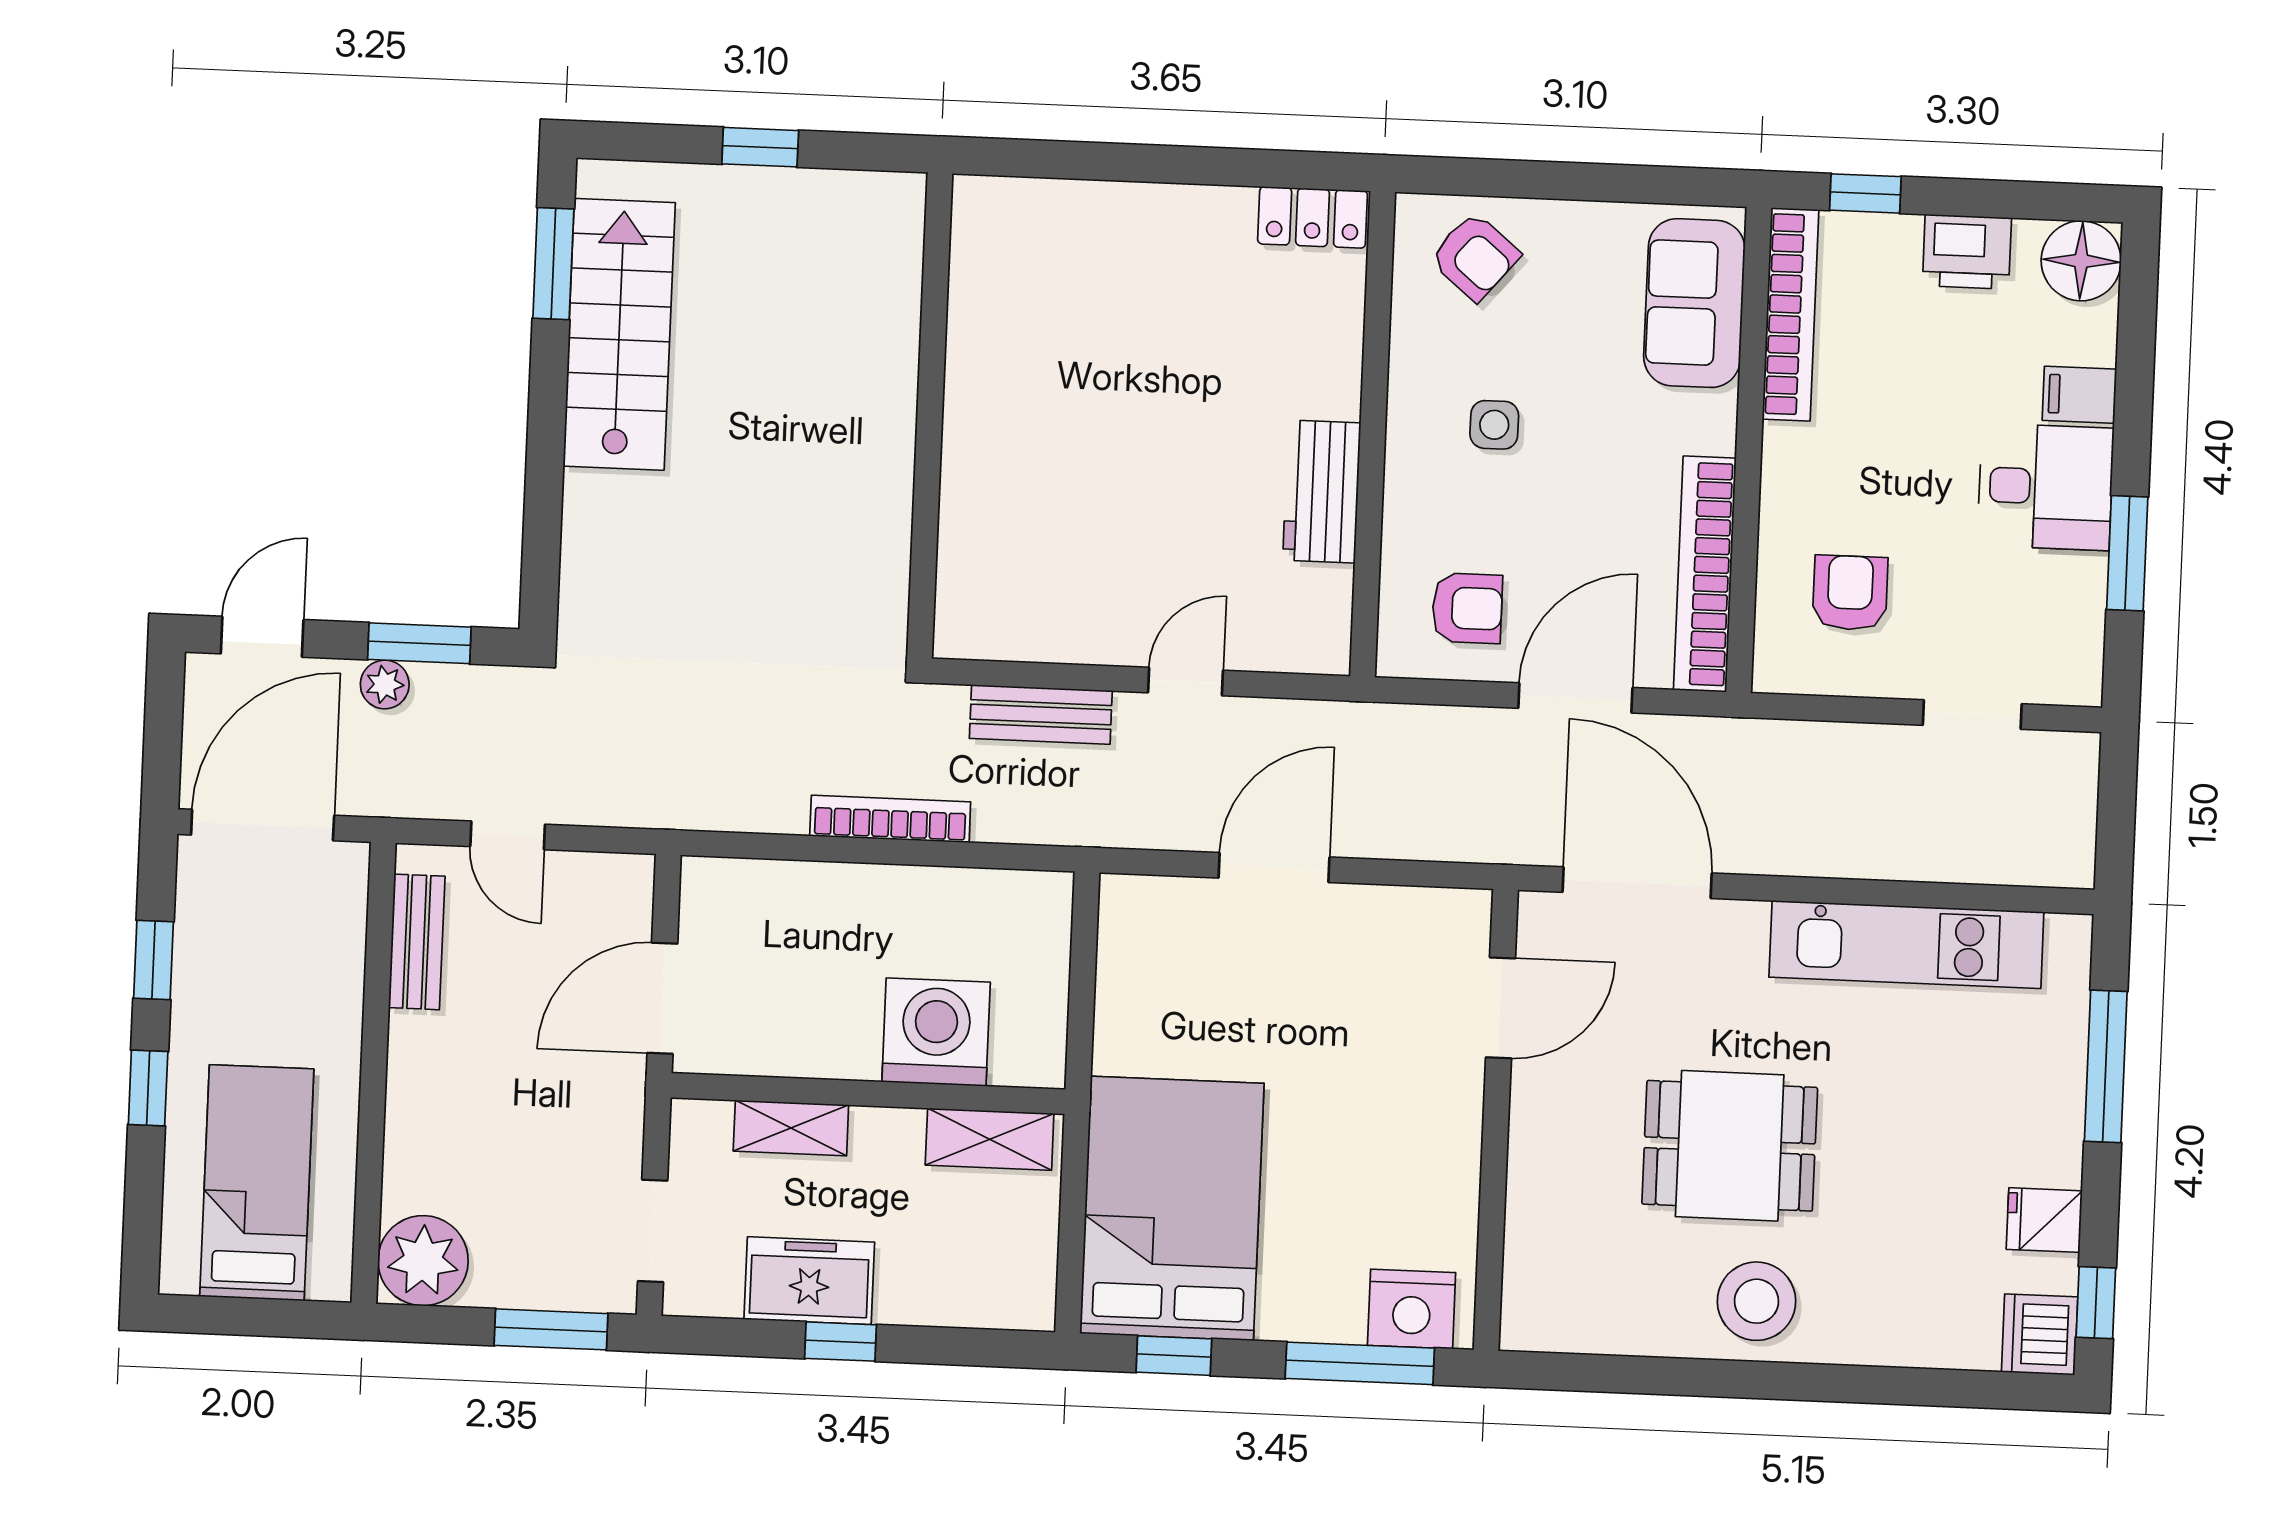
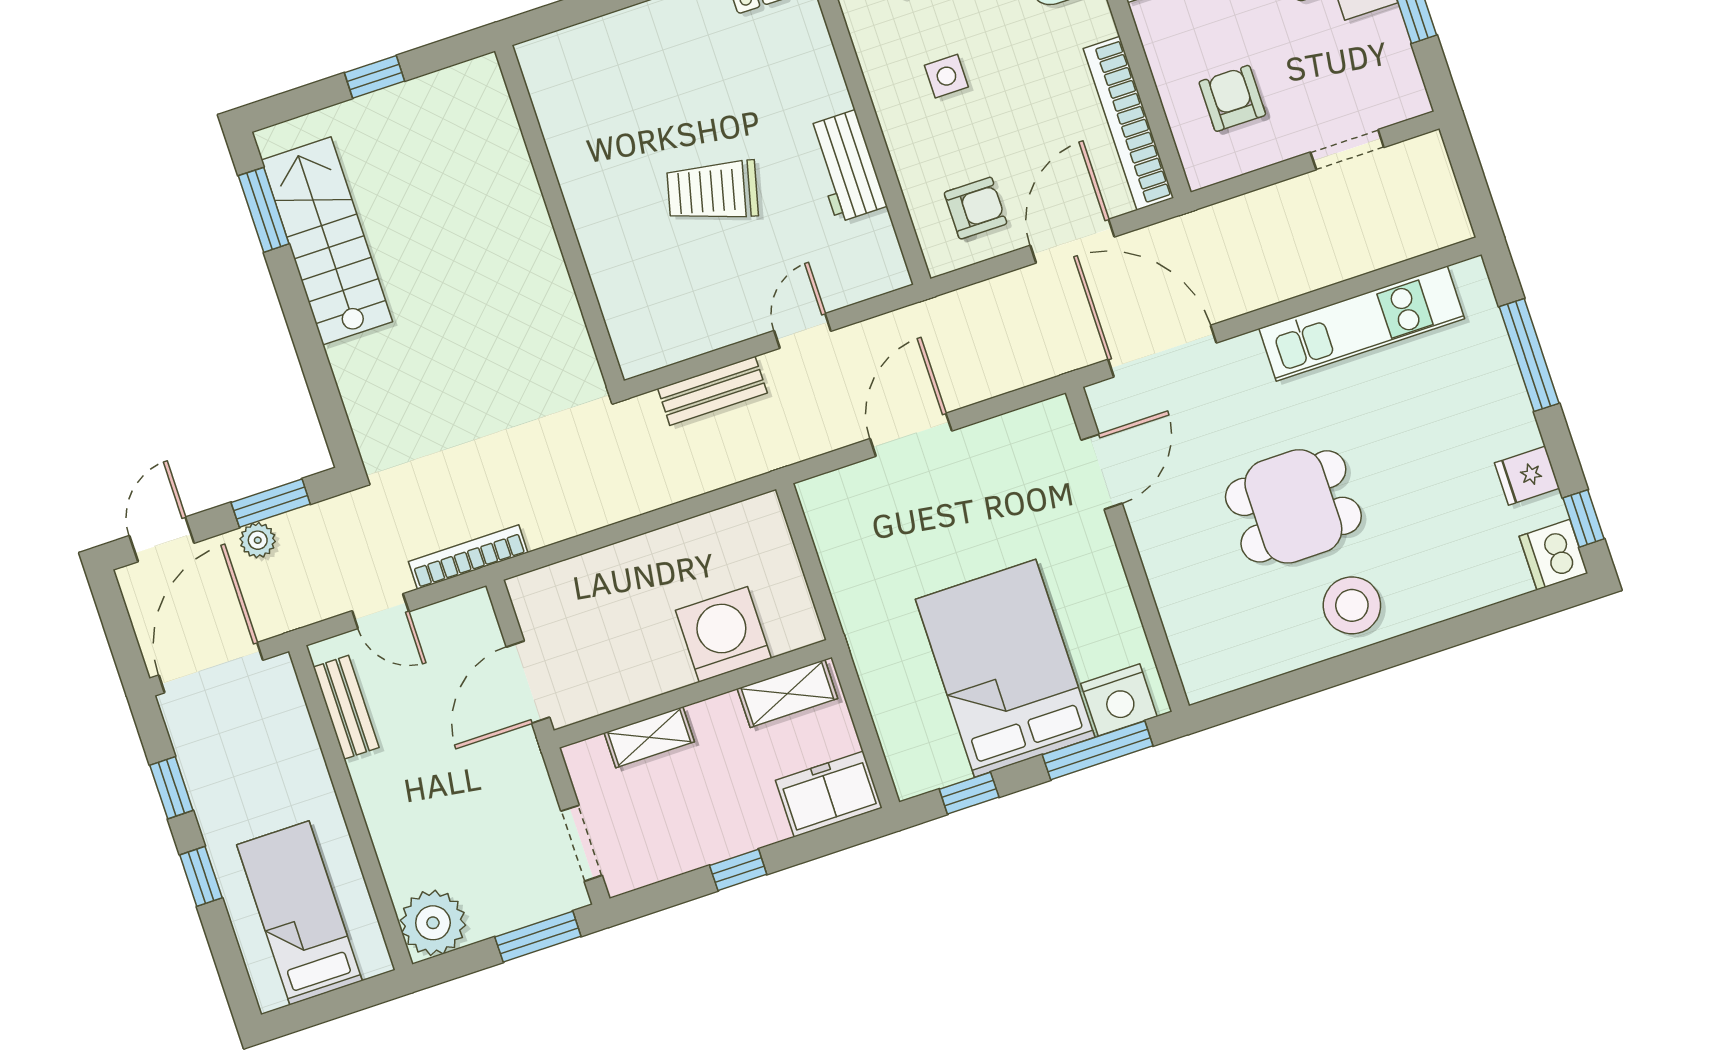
trolley: (1138, 458) -> (713, 191), added
bookcase: (890, 819) -> (468, 557), moved
bed: (1172, 1208) -> (1005, 668), moved
freezer: (809, 1281) -> (829, 794), moved

